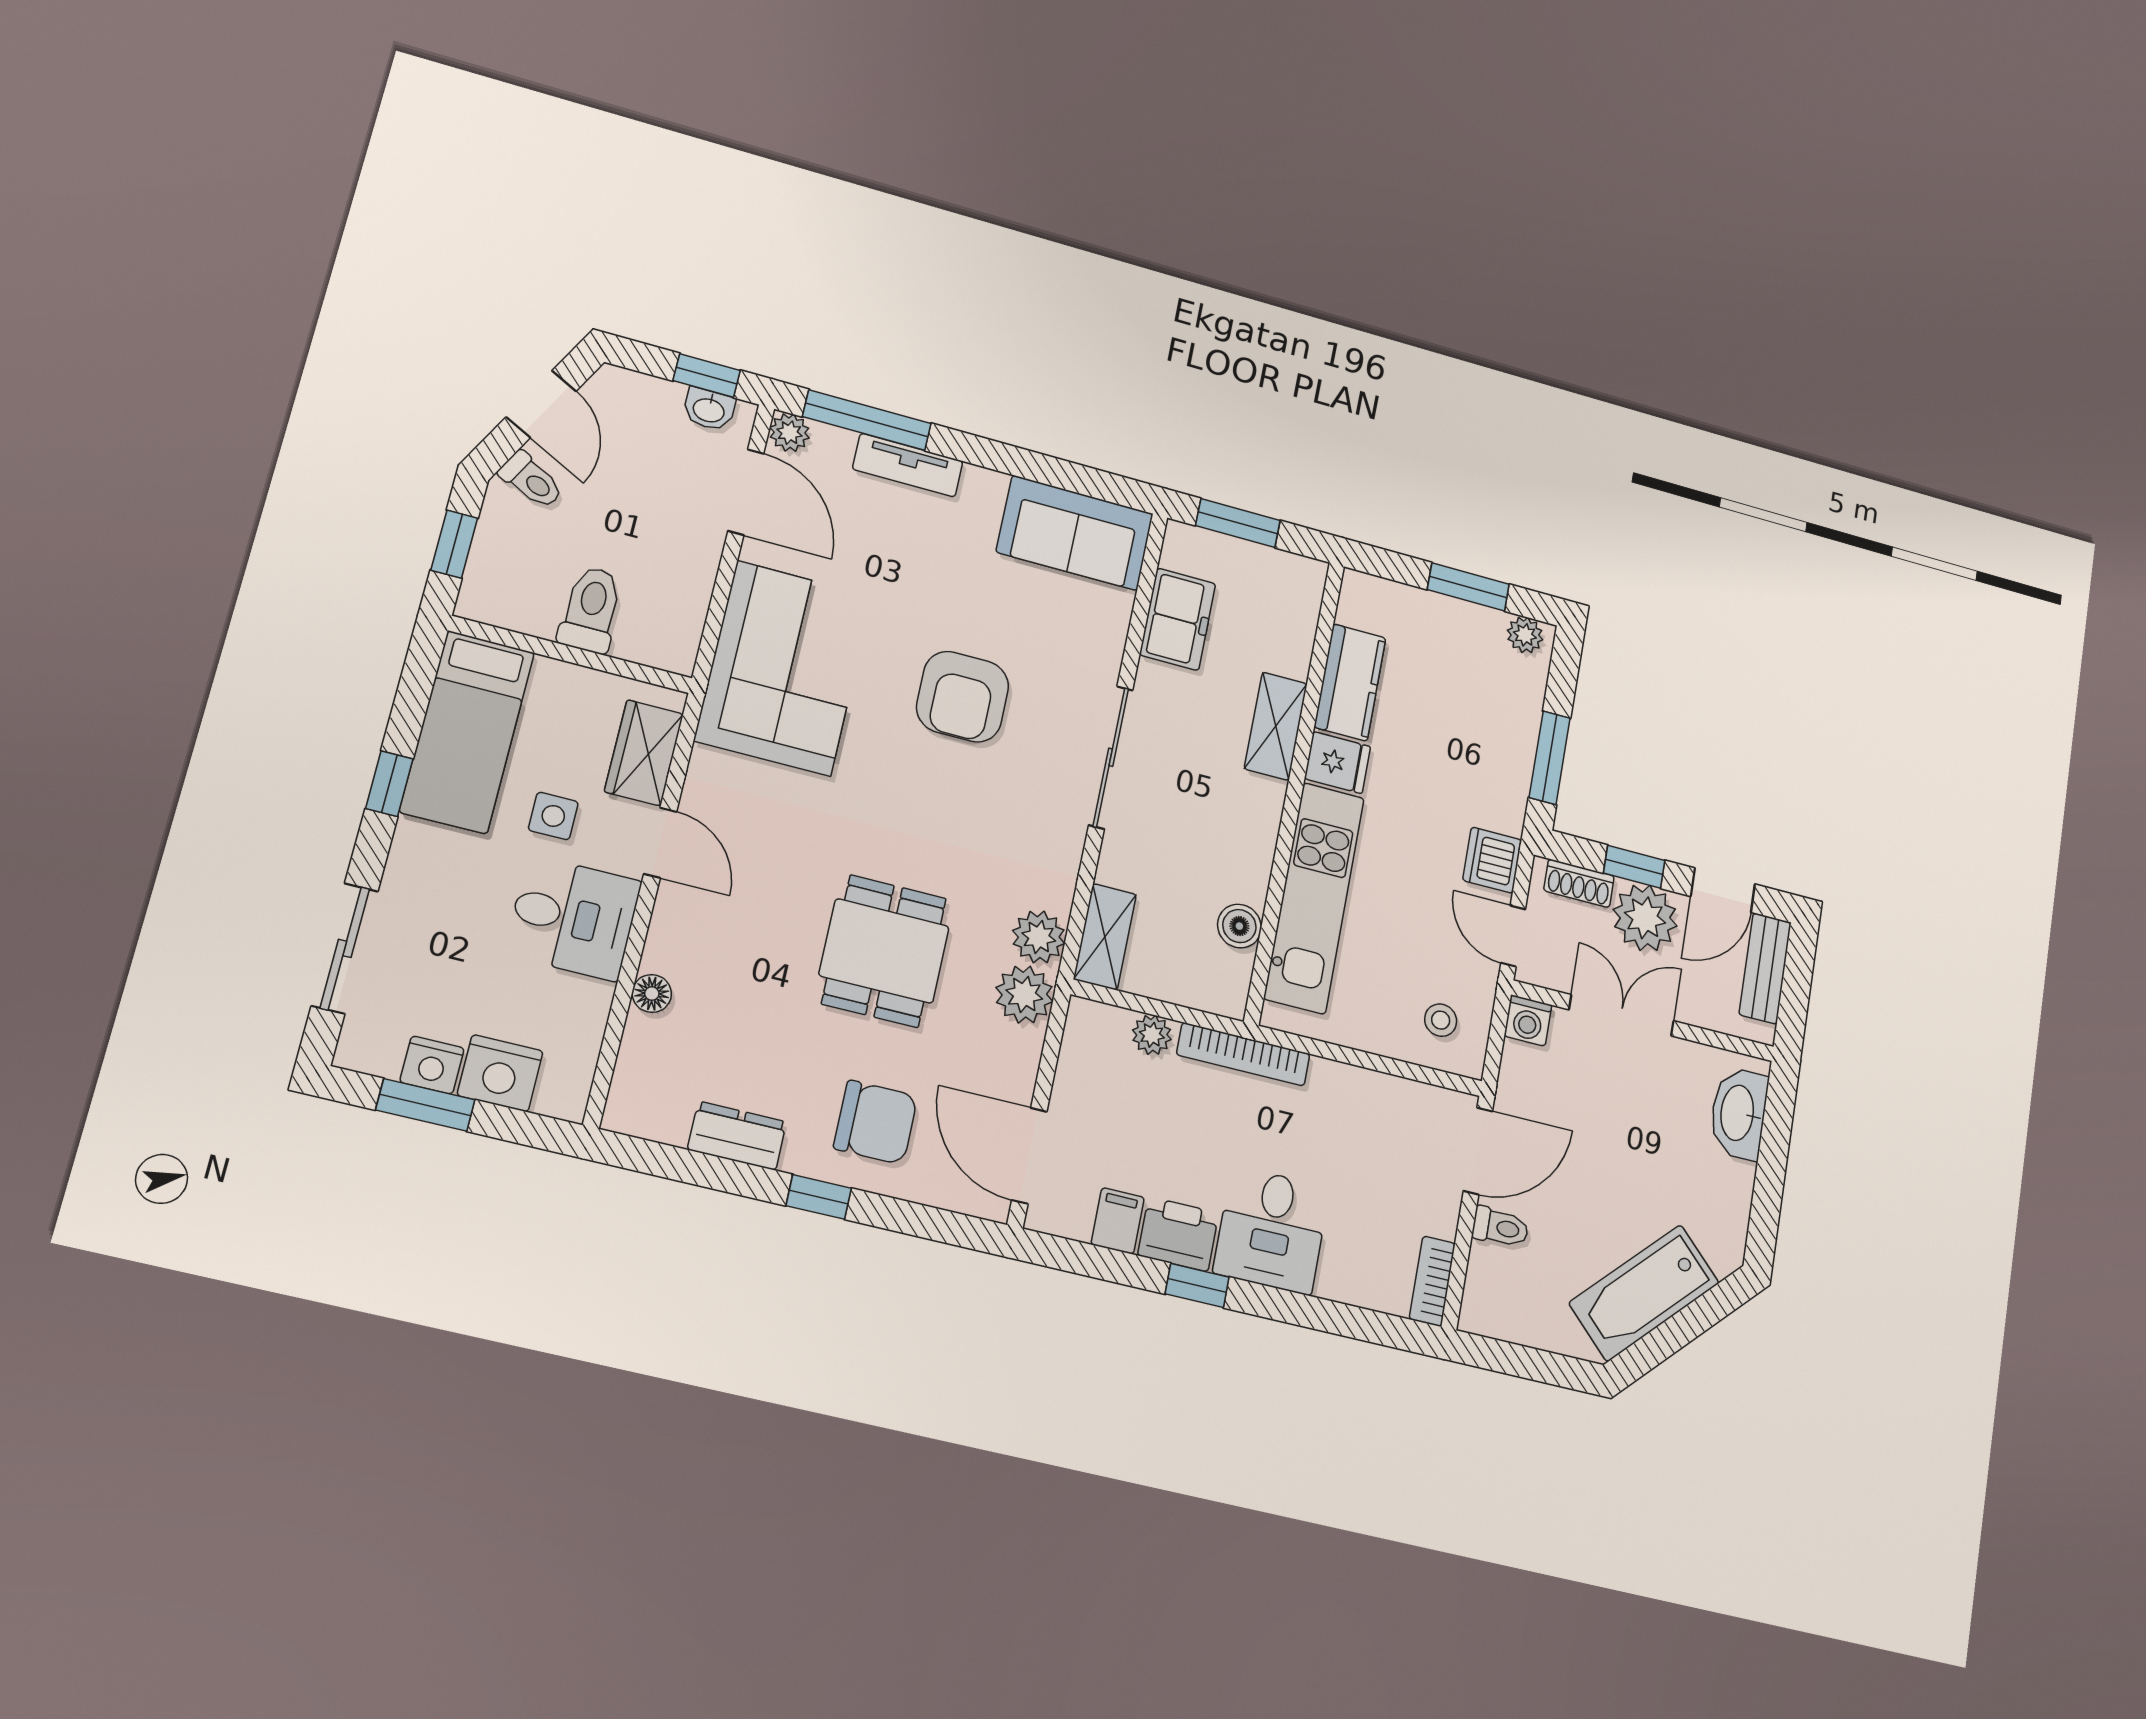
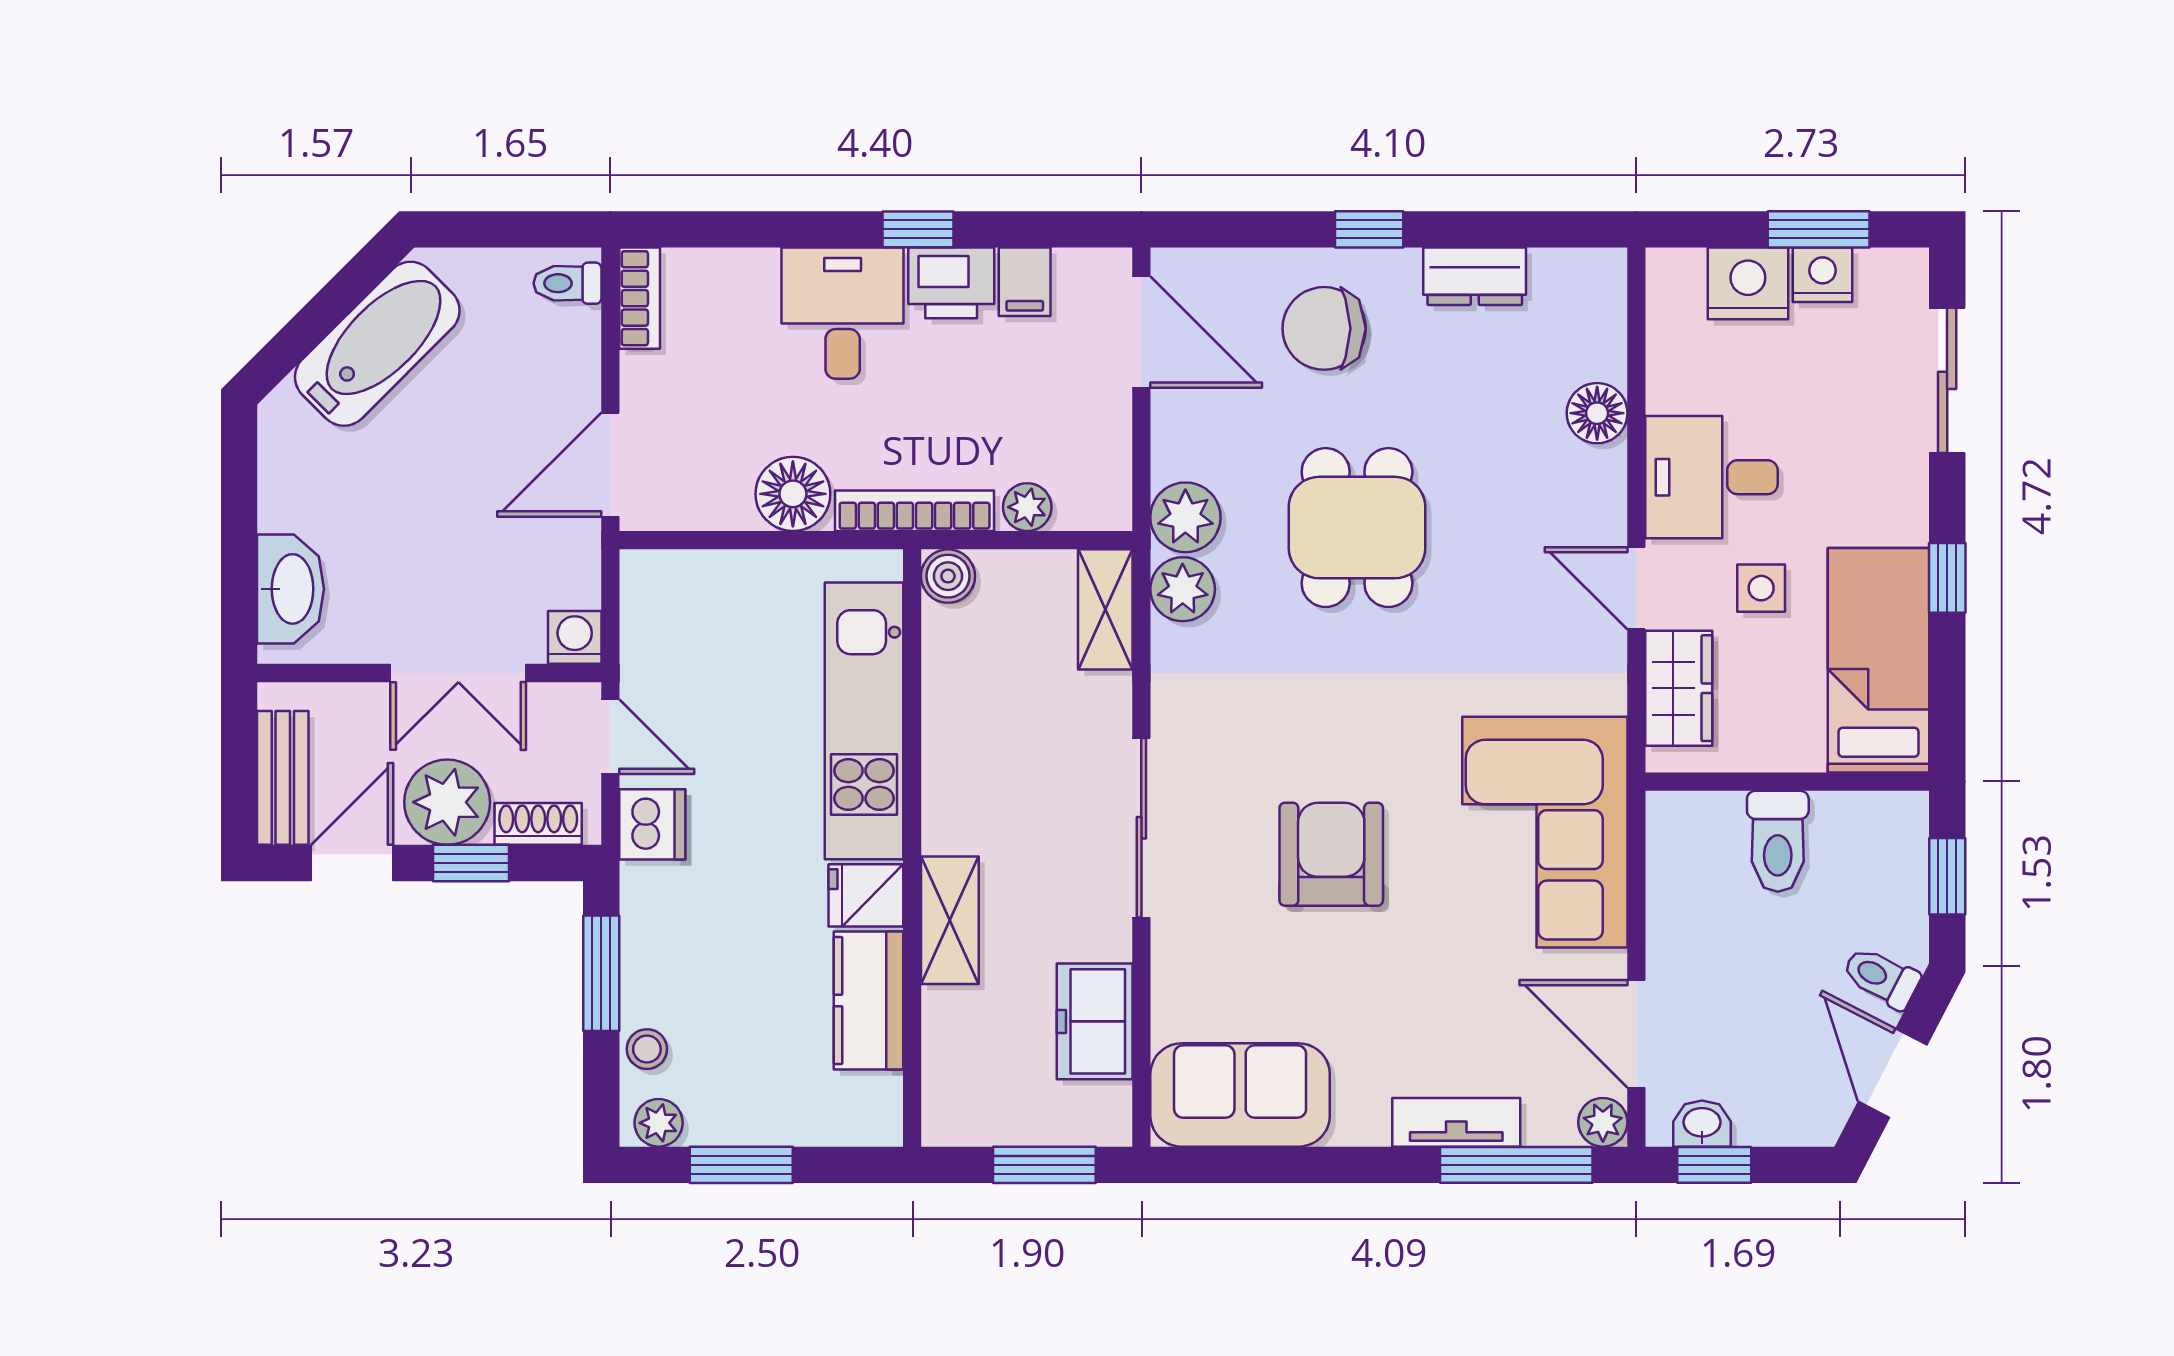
boiler: (1239, 926) -> (948, 576), moved
floor lamp: (652, 994) -> (1597, 413), width x1.37, depth x1.37
stool: (1441, 1020) -> (647, 1049), moved
floor lamp: (1338, 1092) -> (793, 494), added
toilet: (1500, 1227) -> (567, 283), moved

